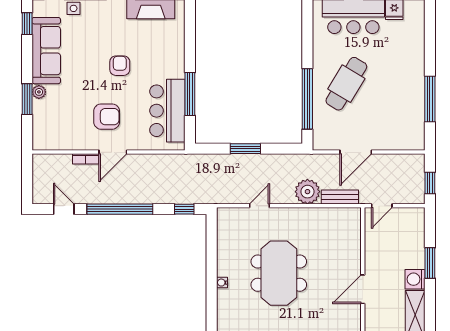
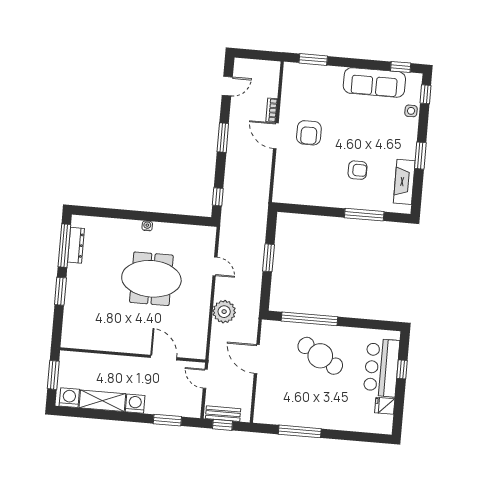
armchair: (120, 66) -> (357, 170), moved
plant: (39, 92) -> (337, 73), removed
window: (190, 94) -> (364, 215), moved
window: (27, 99) -> (313, 59), moved
bar counter: (167, 111) -> (310, 189), removed
bench: (340, 197) -> (223, 414), moved, turned 90
window: (120, 209) -> (223, 138), width x0.47
window: (430, 263) -> (167, 420), moved
door: (363, 289) -> (164, 358), moved

